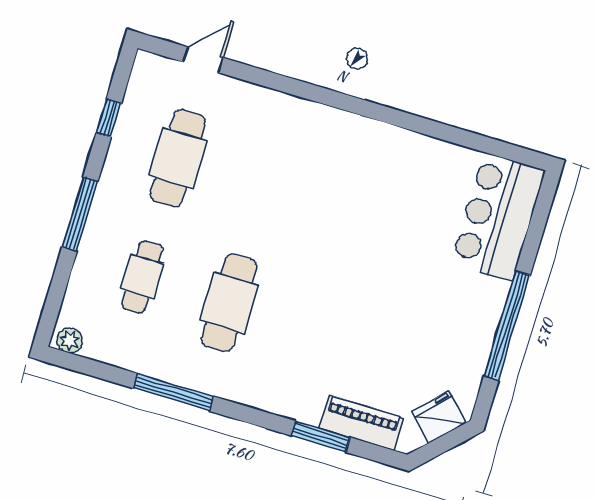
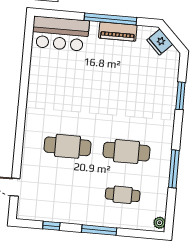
cafe table: (178, 158) -> (68, 146), moved
piano: (361, 423) -> (118, 32), moved, turned -90

